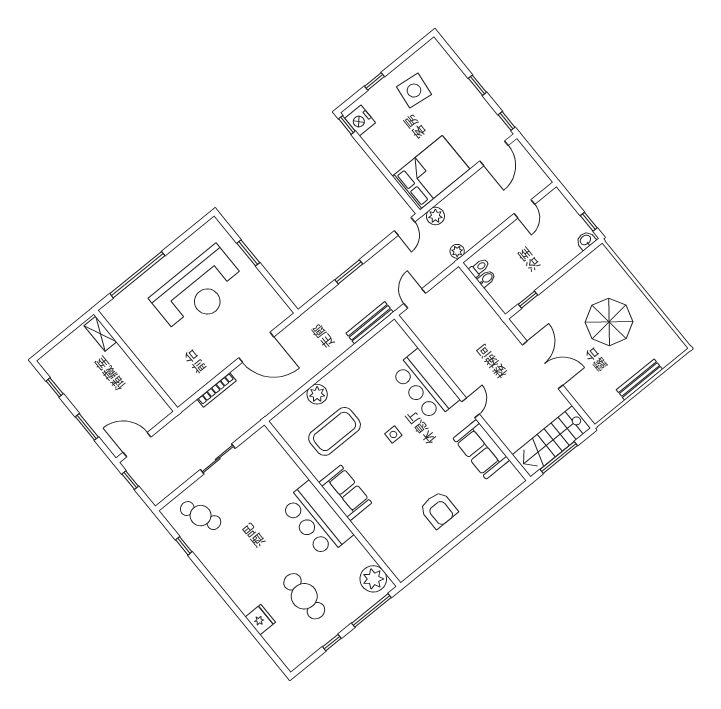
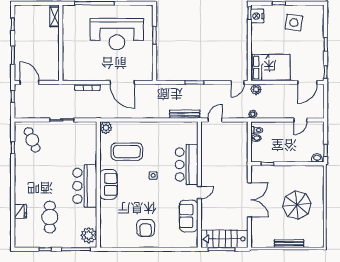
plant: (317, 394) -> (106, 128), moved

